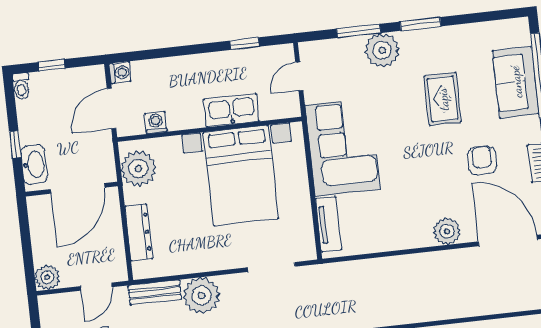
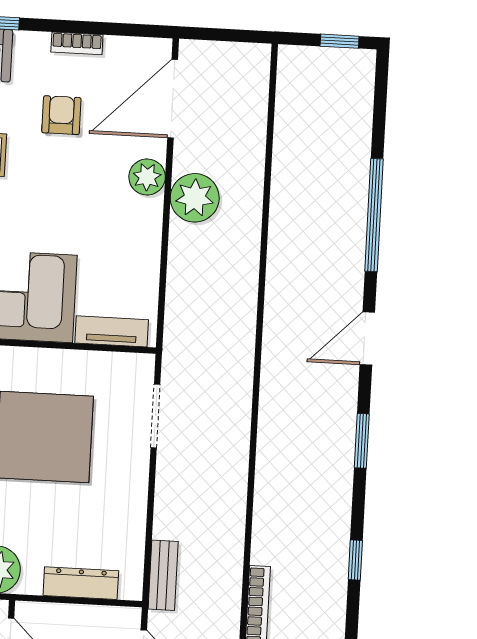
armchair: (482, 160) -> (61, 115), turned 90
plant: (201, 296) -> (195, 198), moved

